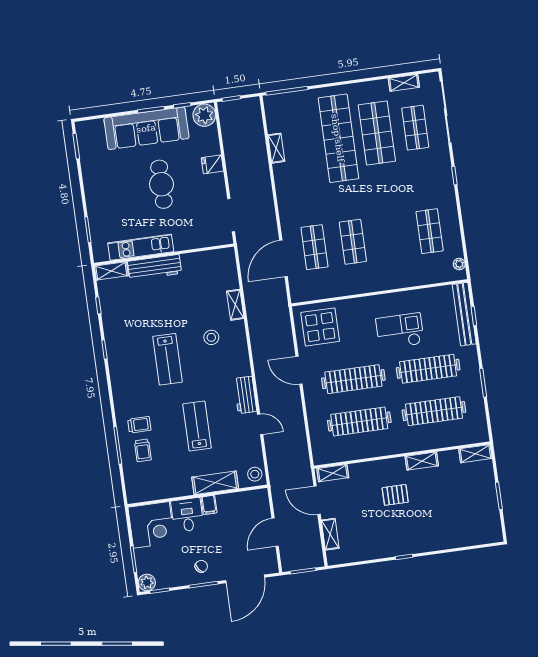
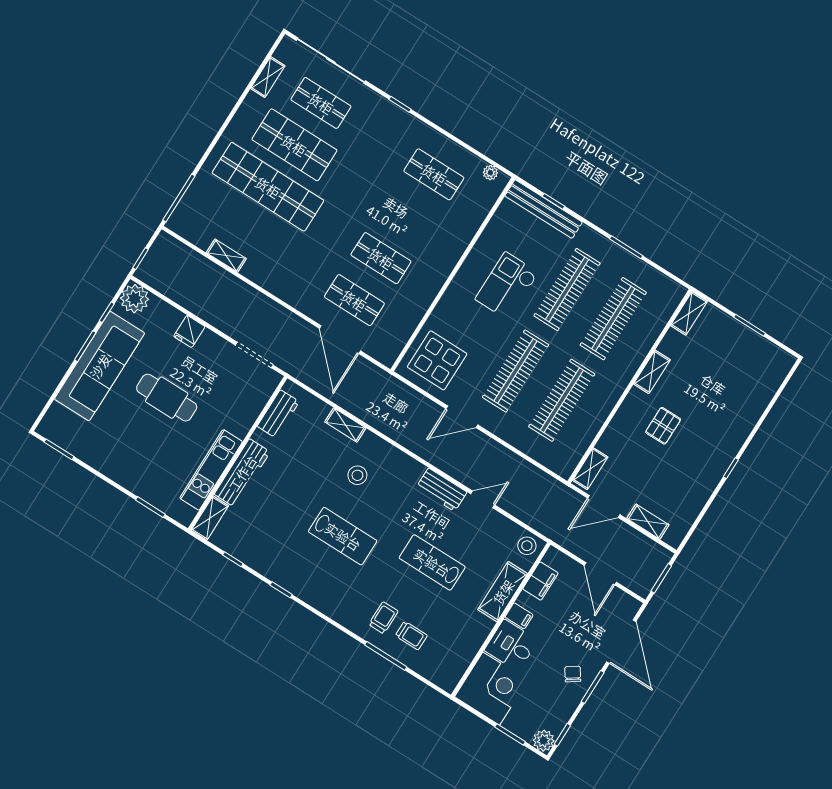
workbench: (208, 259) -> (278, 414), added
filing cabinet: (241, 500) -> (540, 581), added

